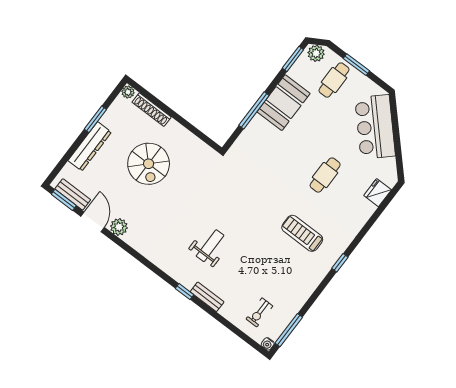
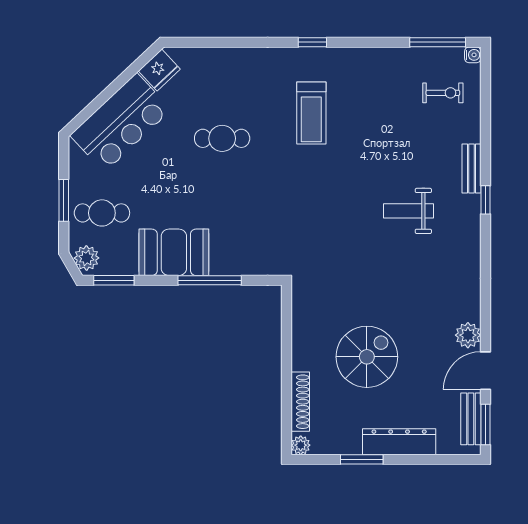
fridge: (378, 193) -> (159, 70), moved, turned -43

